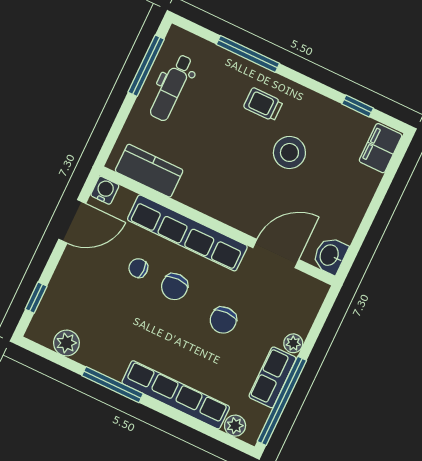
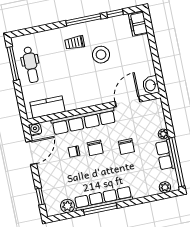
window: (248, 54) -> (83, 20), moved
row of seats: (176, 395) -> (103, 199), moved

